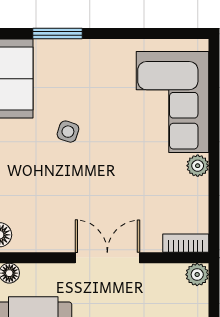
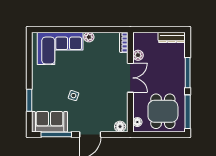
double door: (107, 258) -> (130, 78), swing flipped
plant: (197, 275) -> (138, 55), moved

